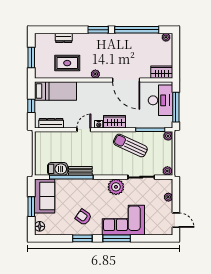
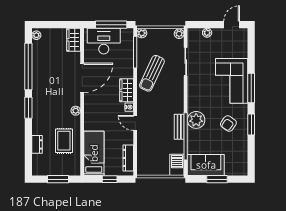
barbecue: (58, 169) -> (177, 165), moved
plant: (116, 187) -> (196, 120), moved
floor lamp: (40, 226) -> (238, 170), removed

